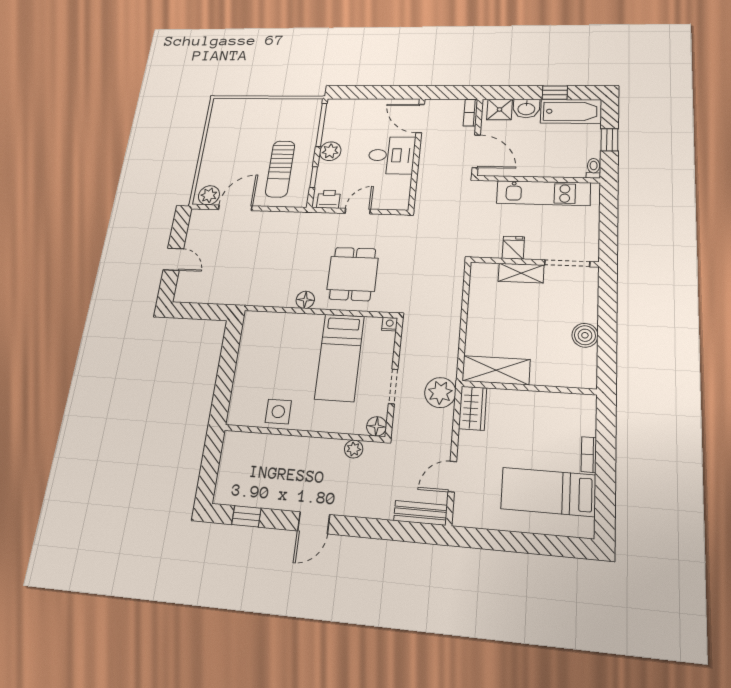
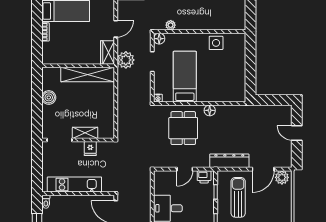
plant: (330, 151) -> (207, 211), removed
dresser: (285, 222) -> (229, 161), added
shelving: (496, 370) -> (88, 75), width x1.47
door: (452, 477) -> (116, 29), moved

